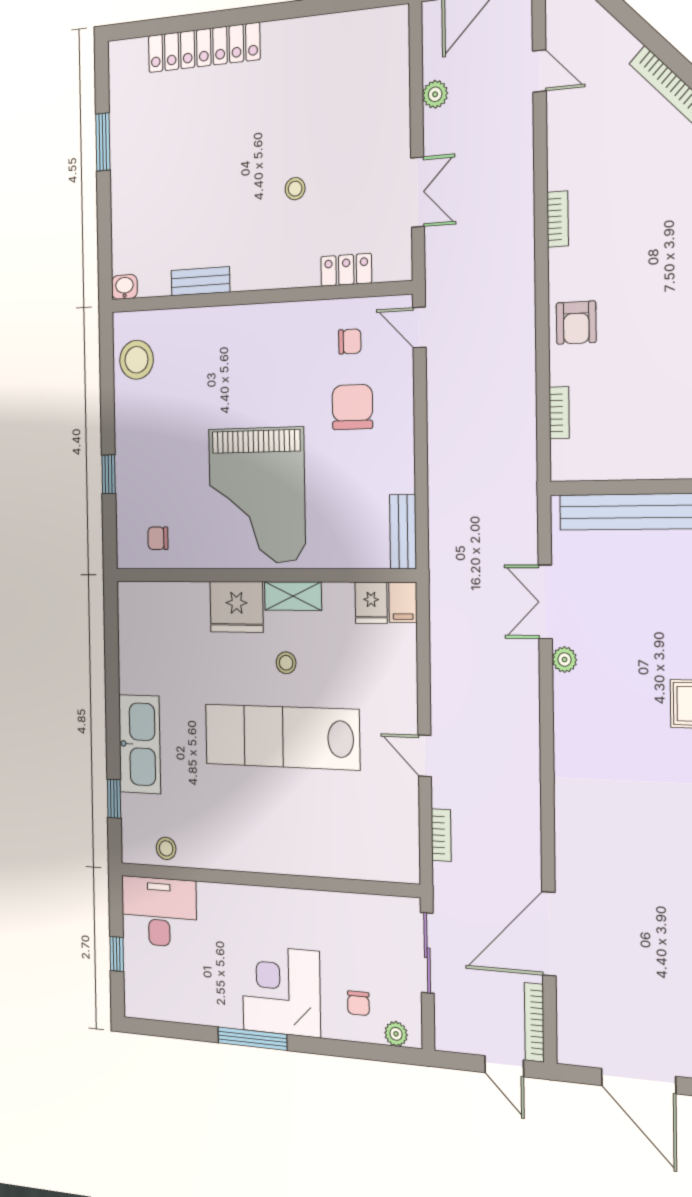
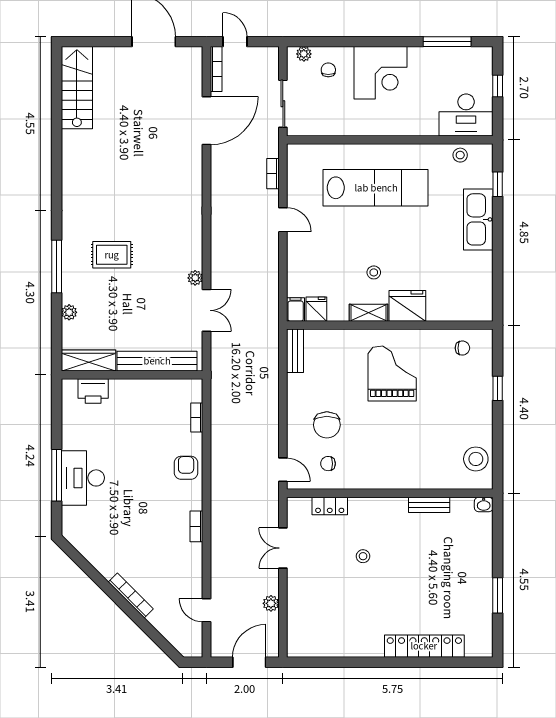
grand piano: (257, 495) -> (392, 374), width x0.73, depth x0.68
lab bench: (282, 737) -> (376, 188), moved
window: (252, 1039) -> (447, 42), moved

